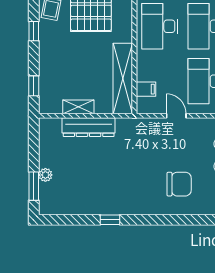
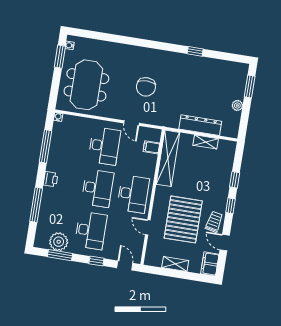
window: (34, 86) -> (235, 180), moved
plant: (45, 175) -> (237, 105), moved
chair: (179, 184) -> (146, 87), moved, turned -90

